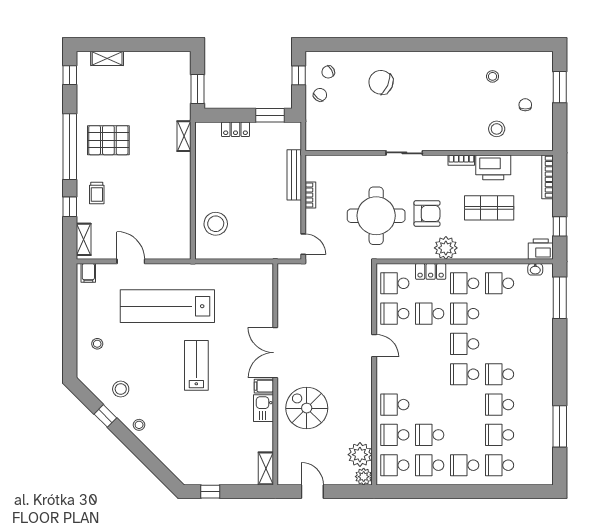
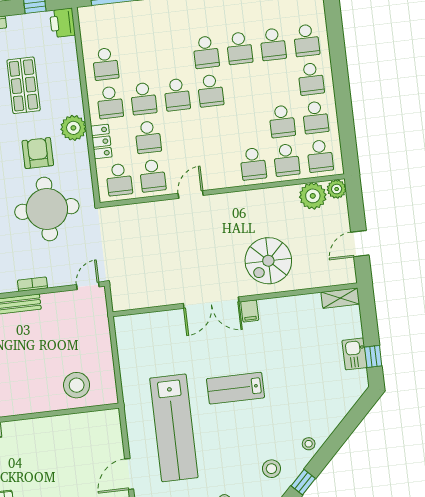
washbasin: (535, 269) -> (85, 26), removed
kitchen sink: (263, 408) -> (355, 354), moved, turned 90

